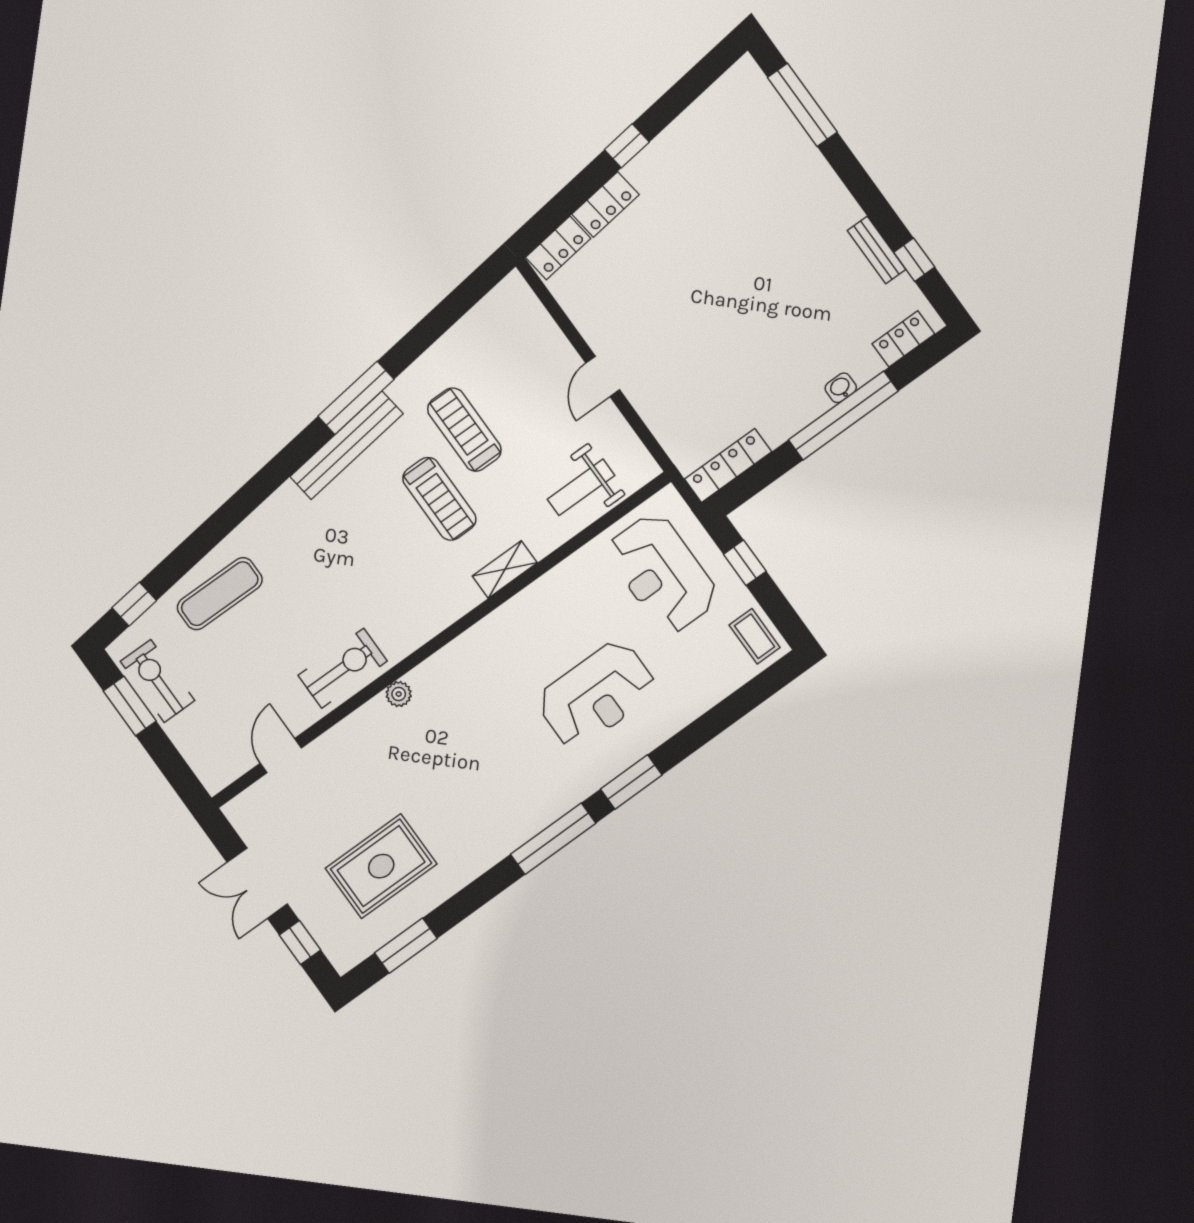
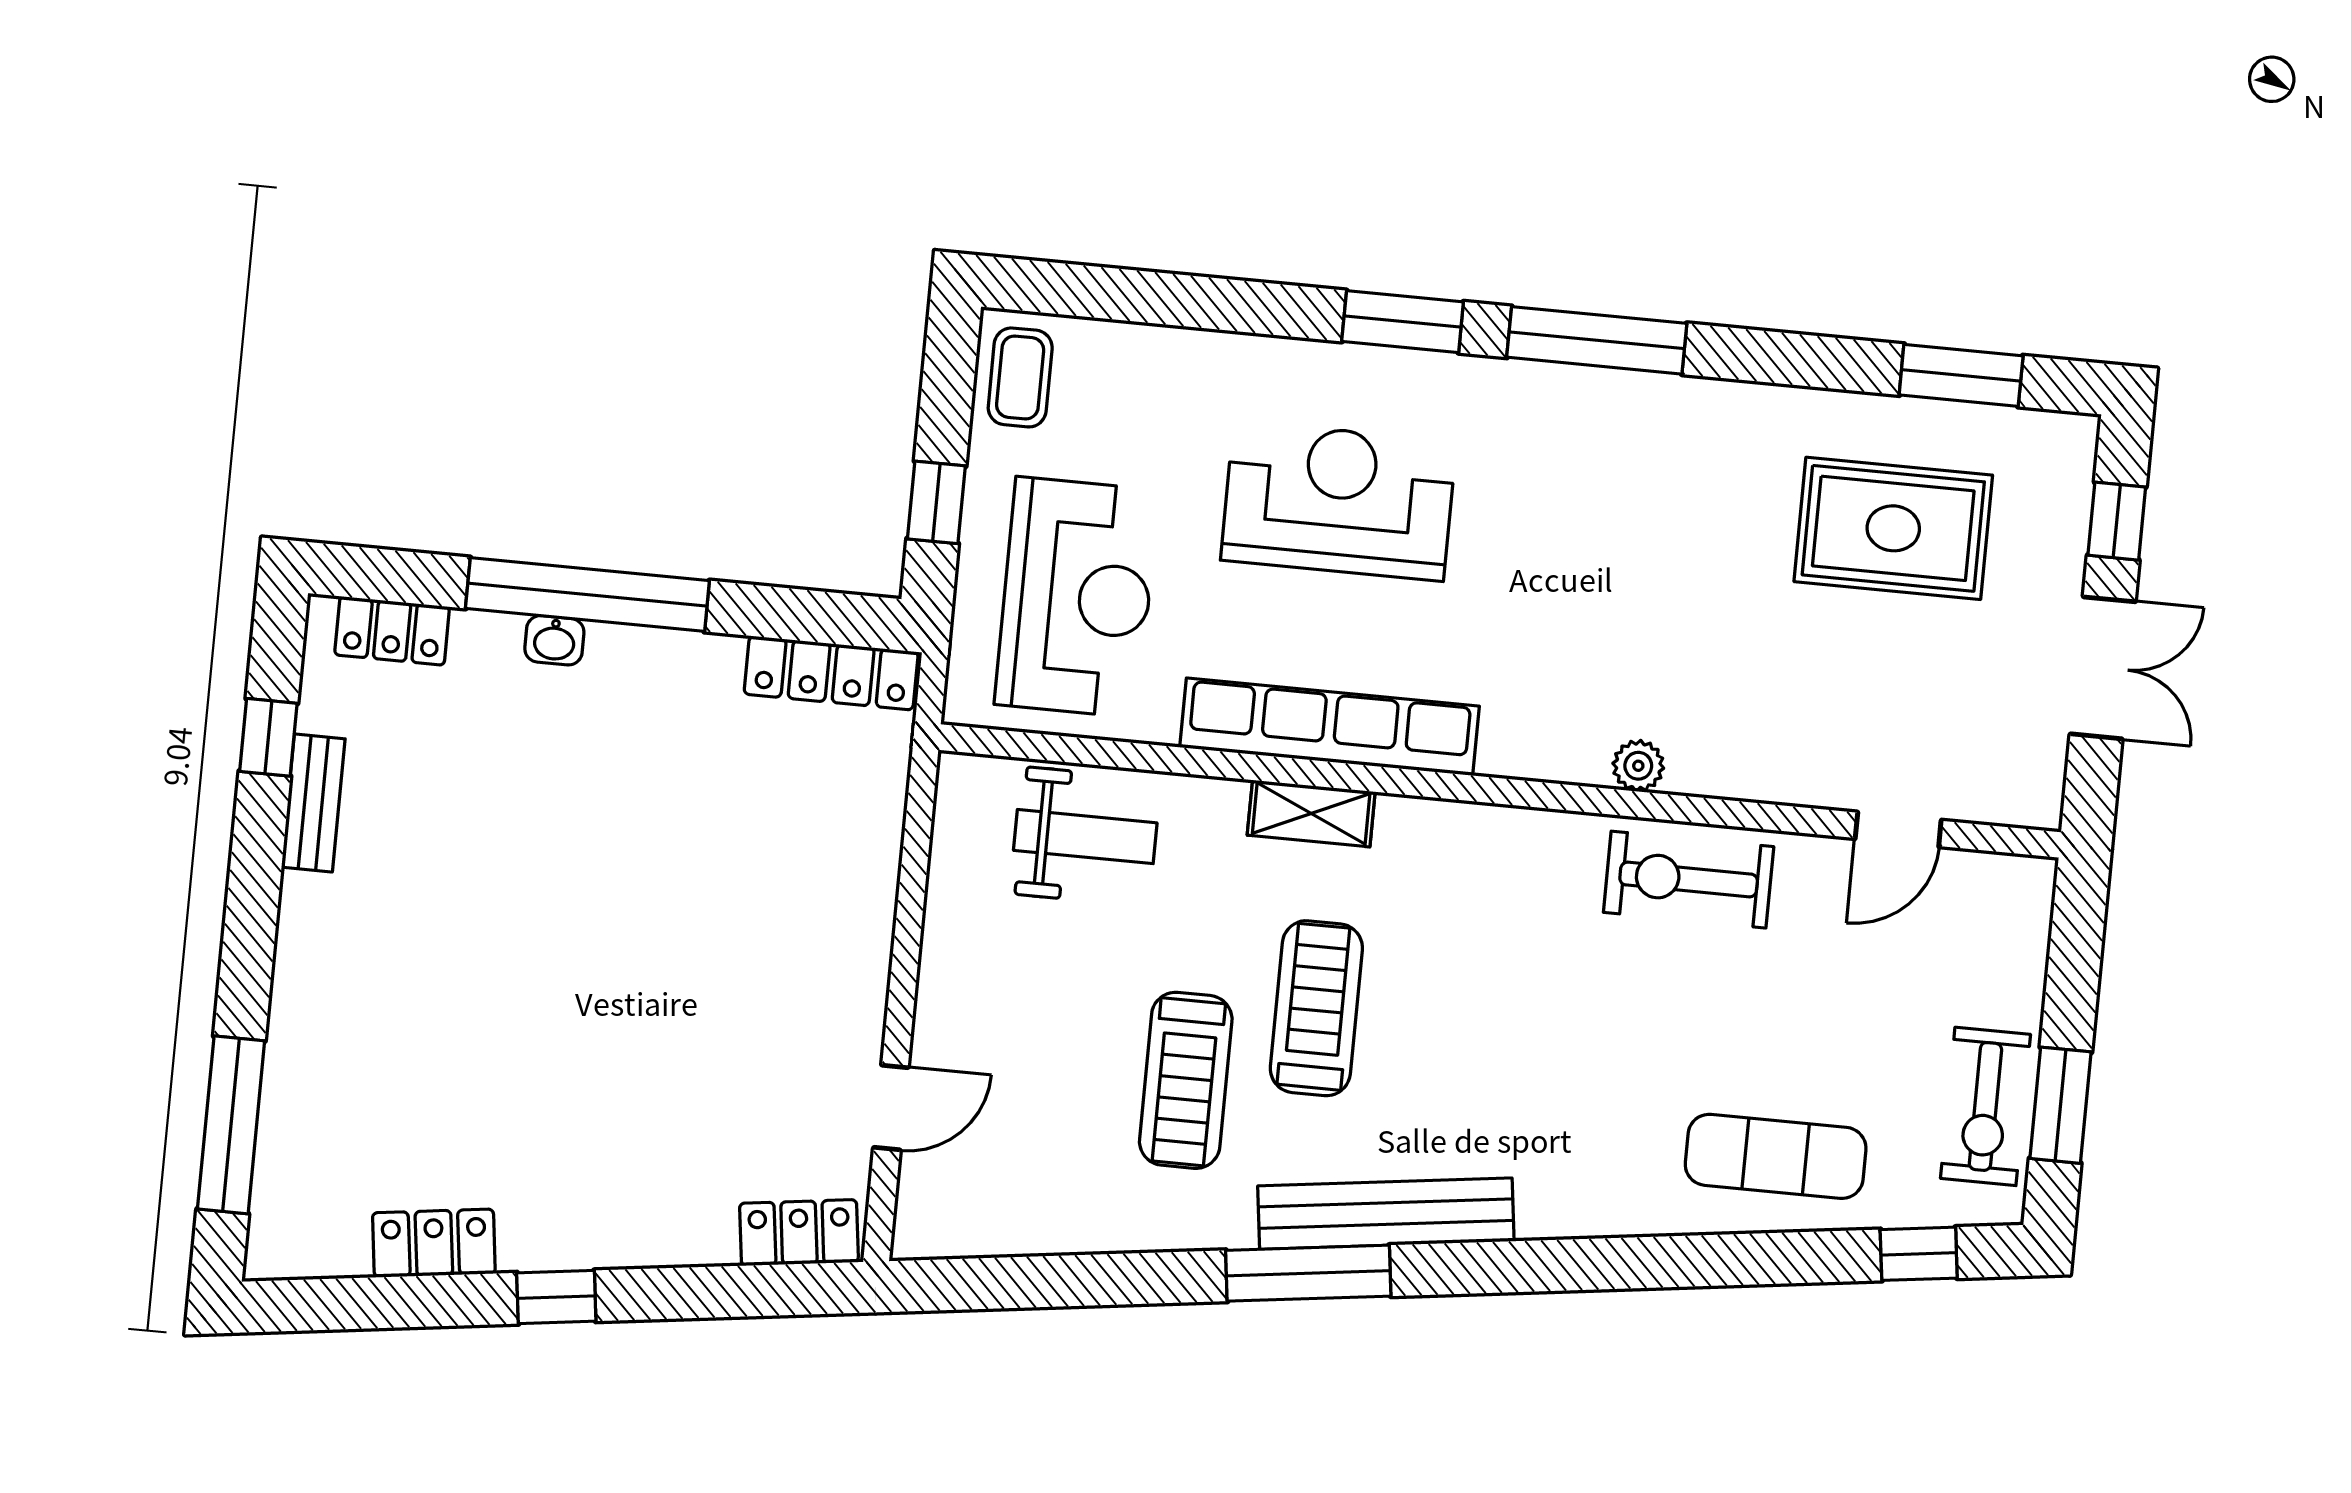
locker: (605, 204) -> (434, 1243), moved
door: (603, 376) -> (891, 1108), moved
row of seats: (526, 608) -> (1330, 727), added

